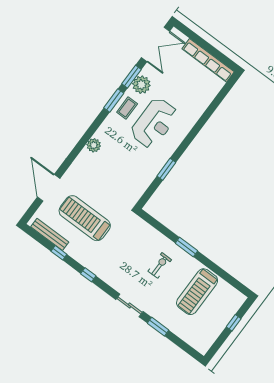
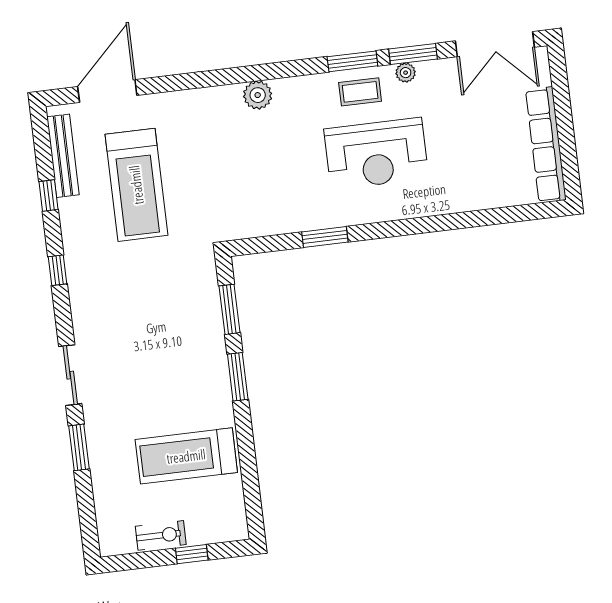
plant: (141, 85) -> (406, 73), width x0.53, depth x0.53
door: (49, 188) -> (107, 91), moved
treadmill: (85, 218) -> (136, 185), turned 180
window: (160, 227) -> (230, 309), added
exercise bike: (160, 265) -> (161, 535), moved

